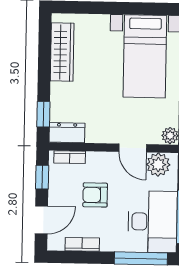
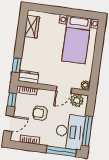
wardrobe: (62, 52) -> (32, 27), width x0.67
door: (133, 148) -> (64, 90), hinge flipped

